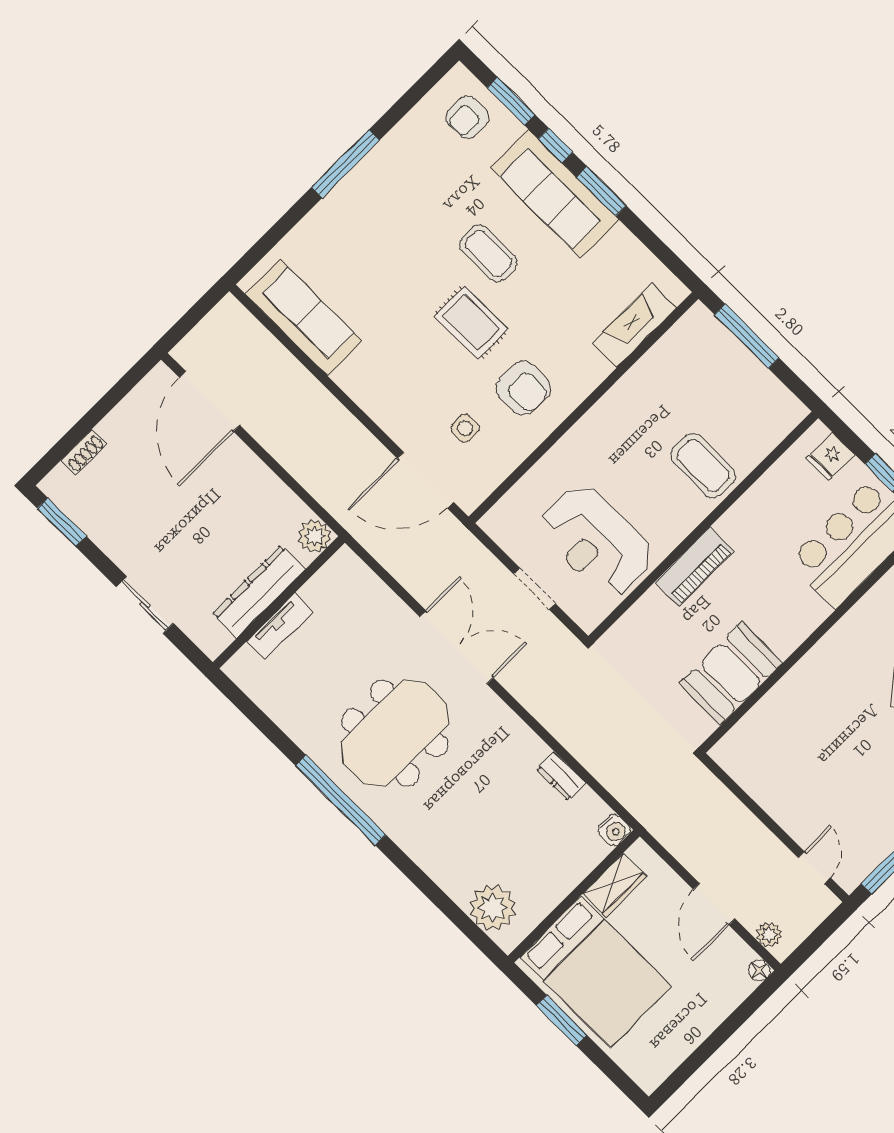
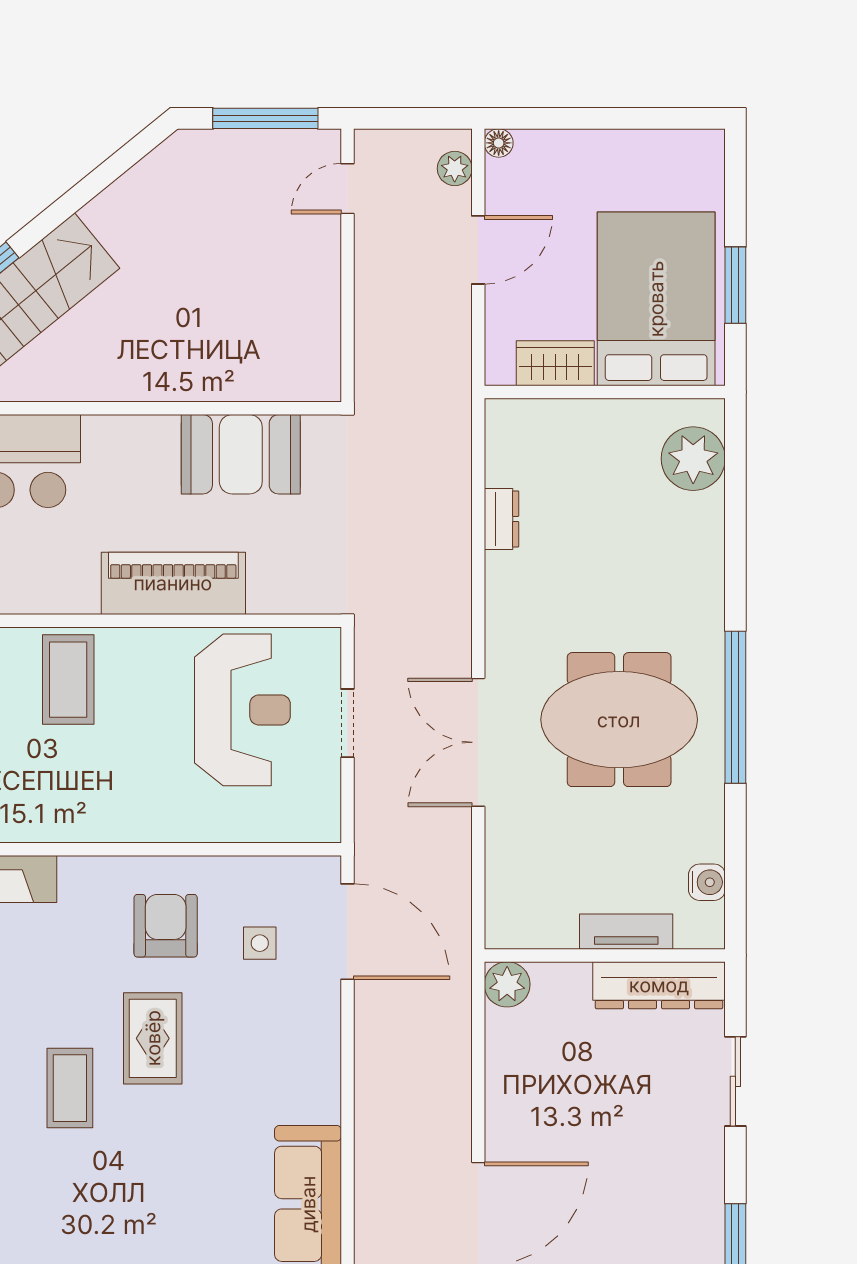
piano: (695, 567) -> (173, 583), width x1.37, depth x1.33
dresser: (259, 592) -> (659, 985), moved
water cooler: (614, 830) -> (707, 882), moved, turned 90

